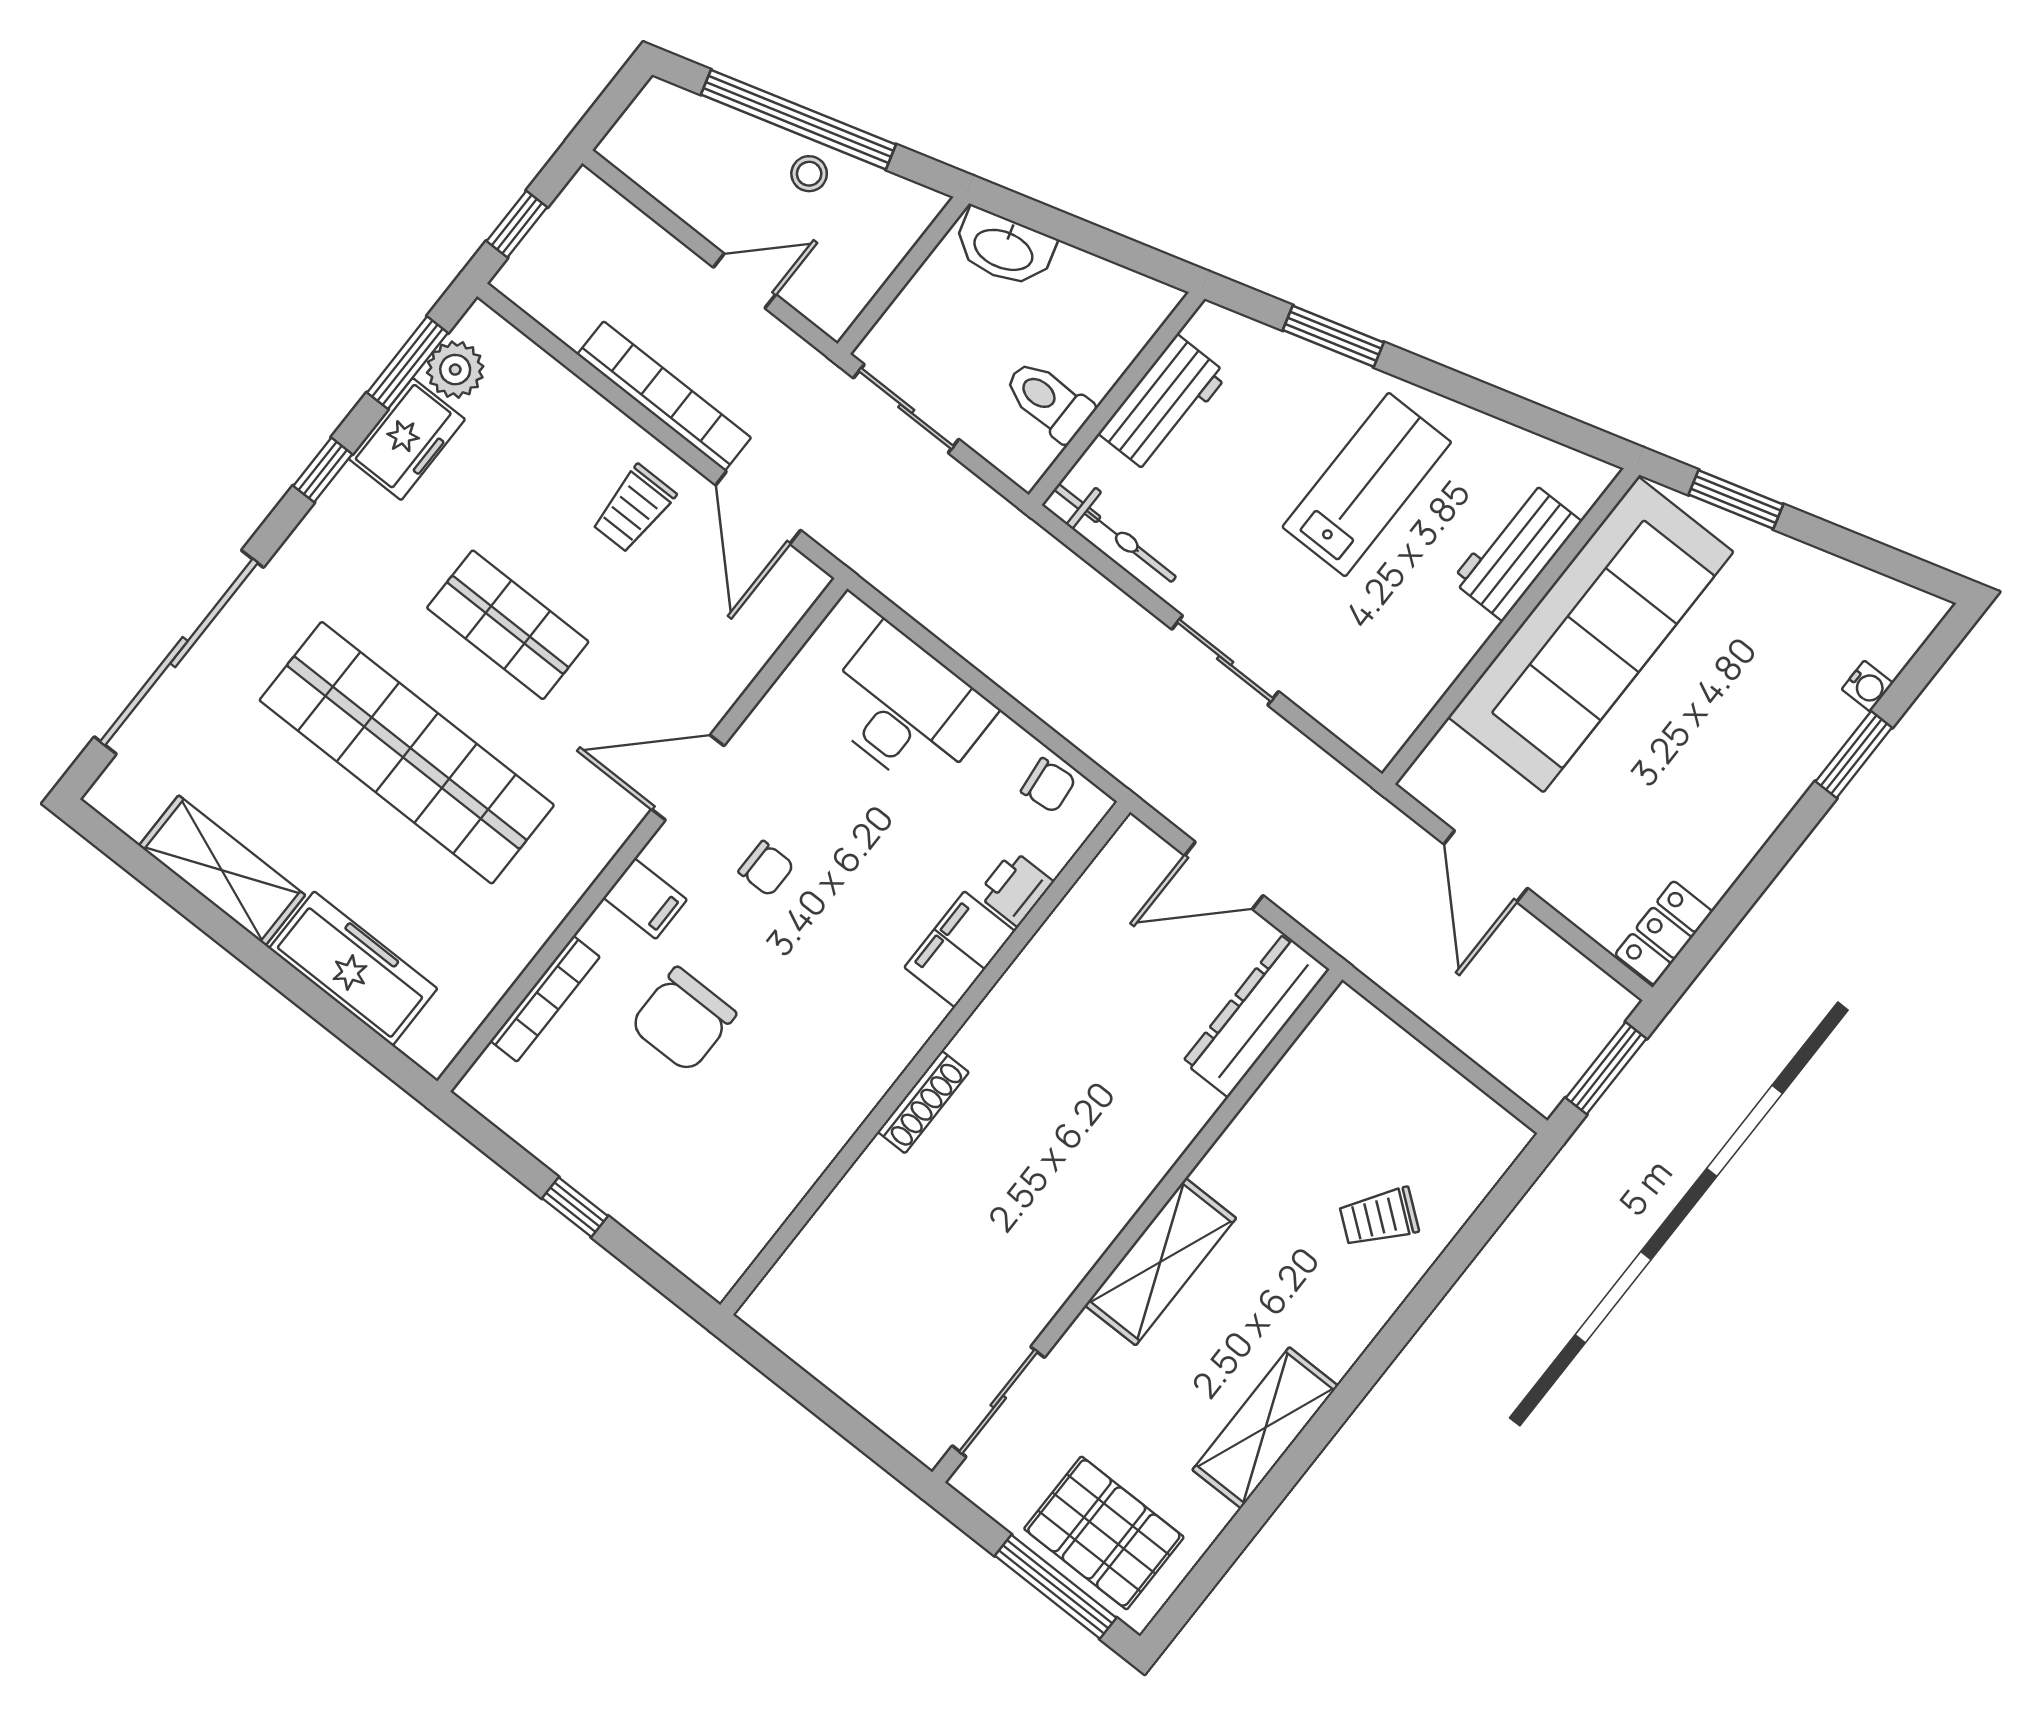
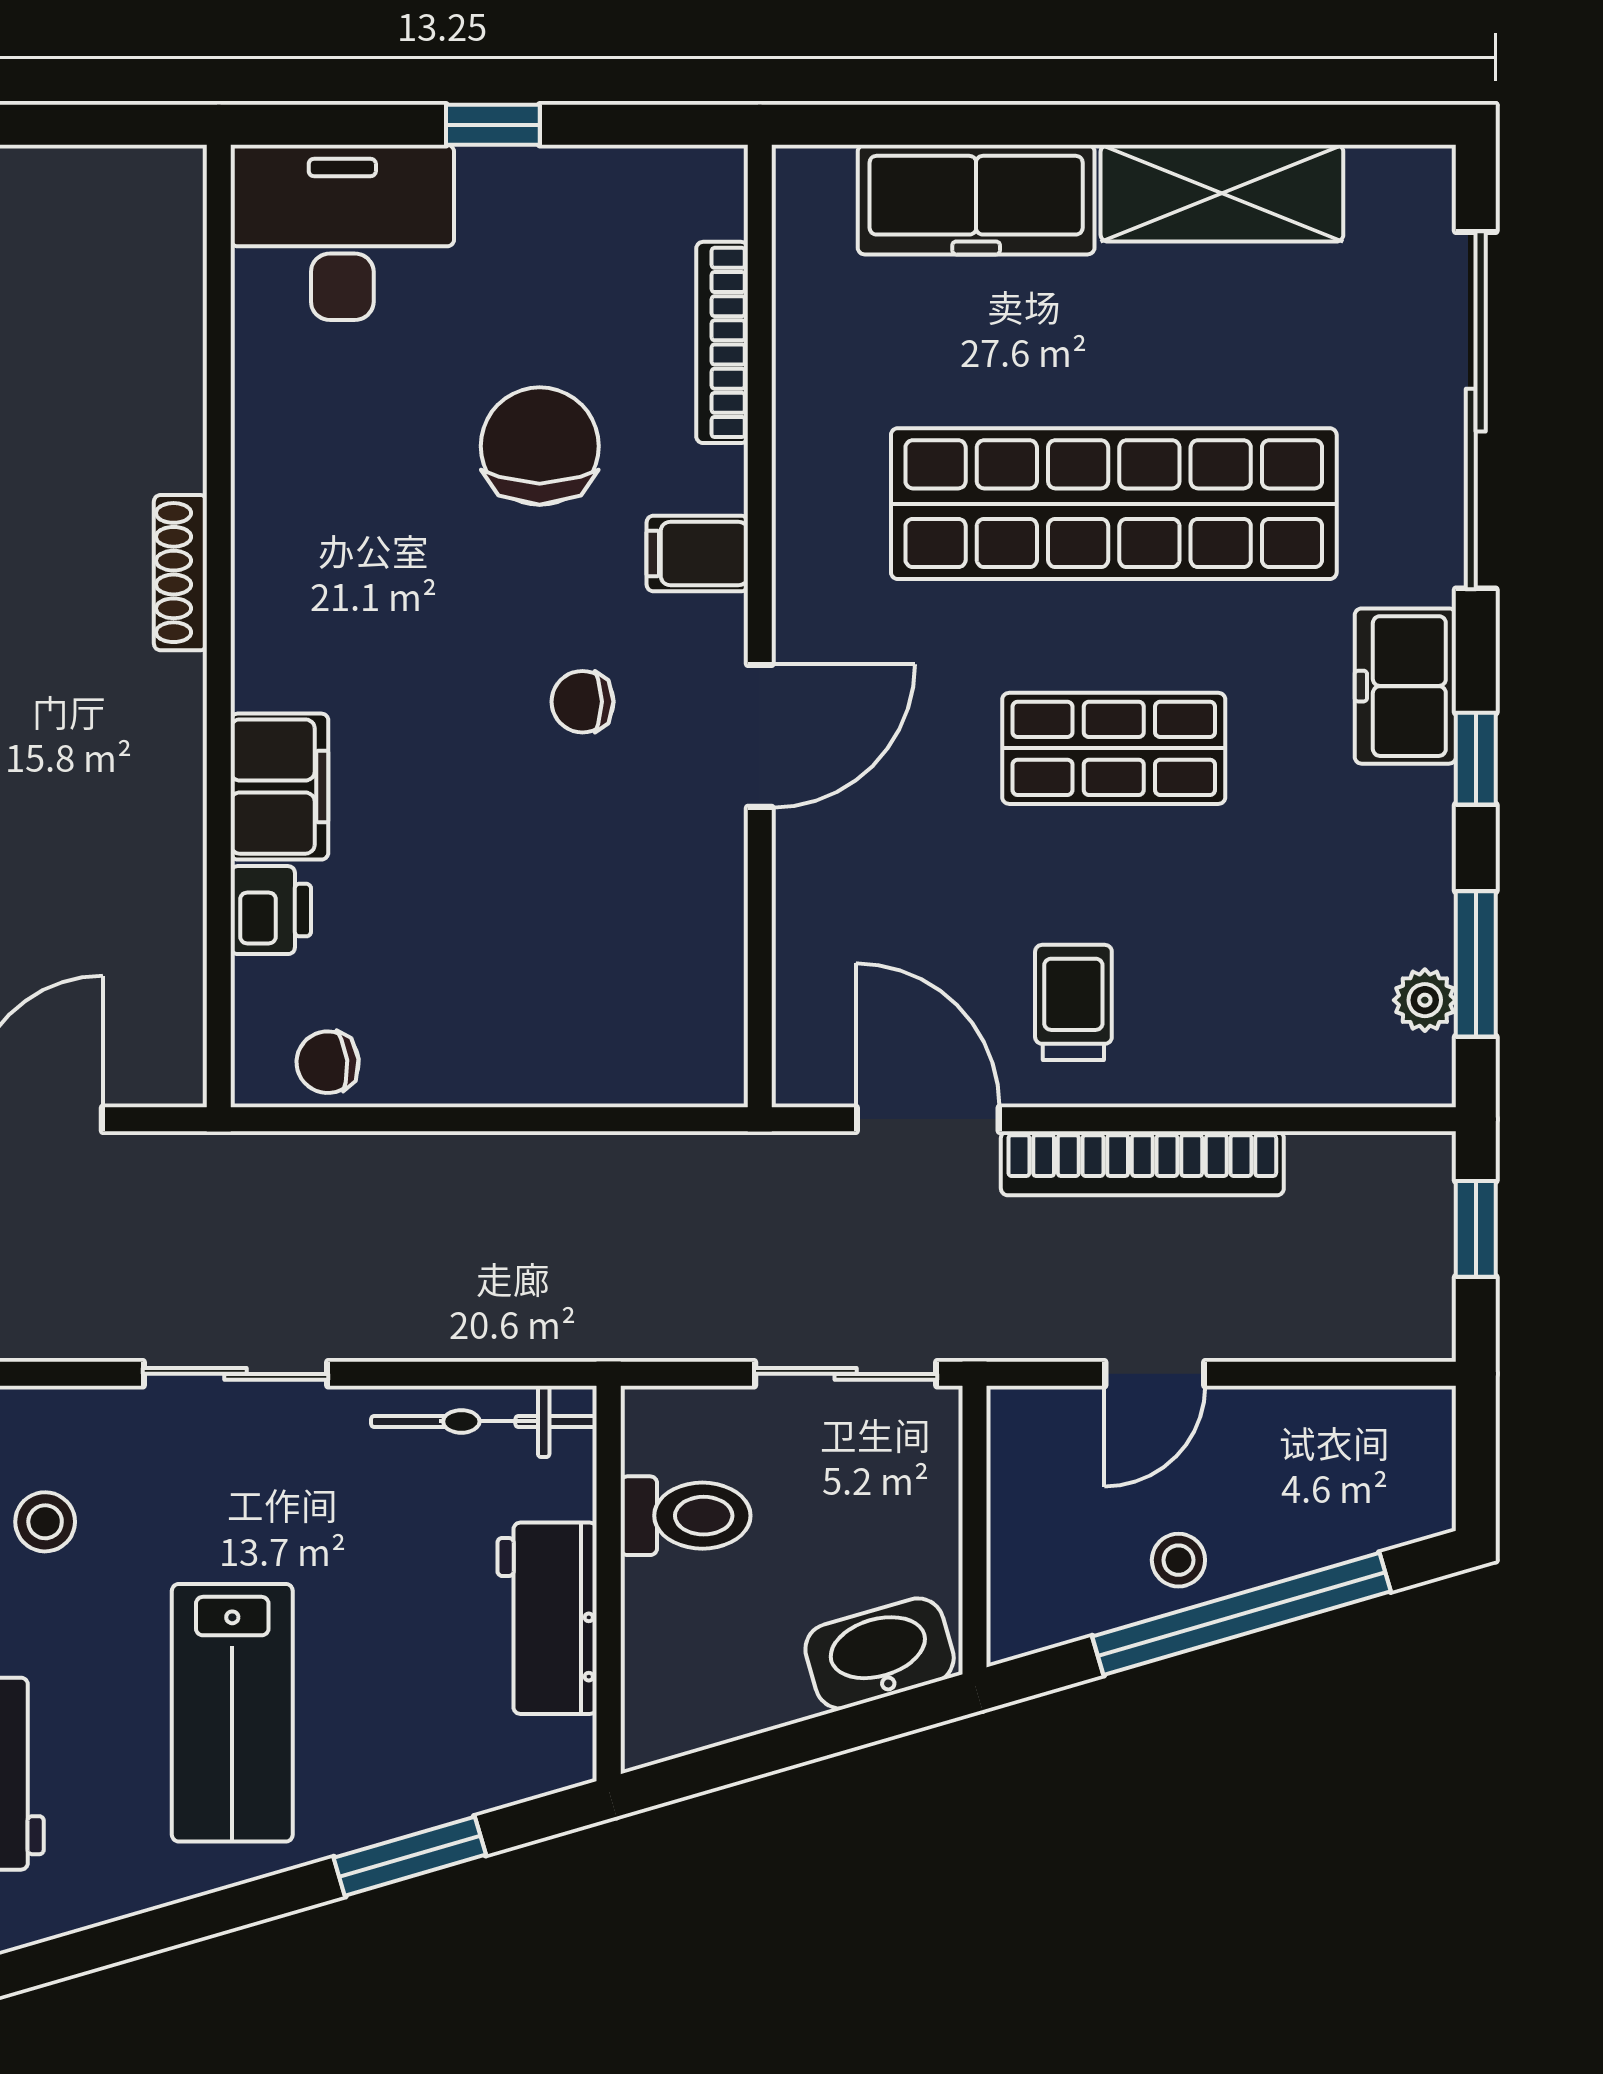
plant: (455, 370) -> (1425, 1000), width x0.73, depth x0.73
freezer: (407, 439) -> (1405, 686), moved
stool: (1386, 662) -> (45, 1522), added
desk: (906, 709) -> (342, 232), moved, turned 180

